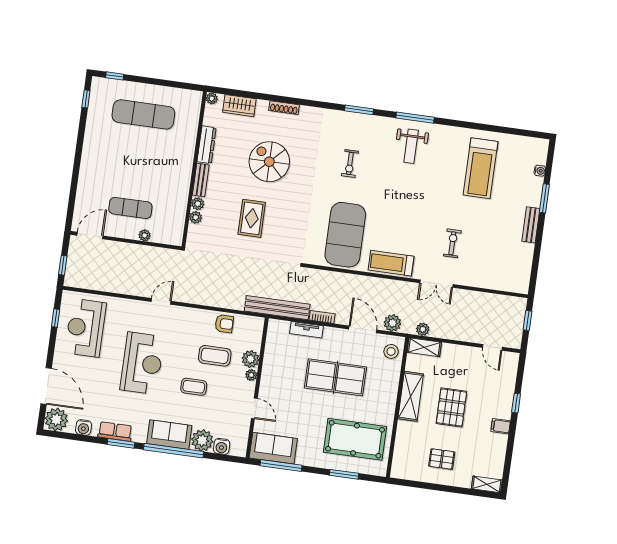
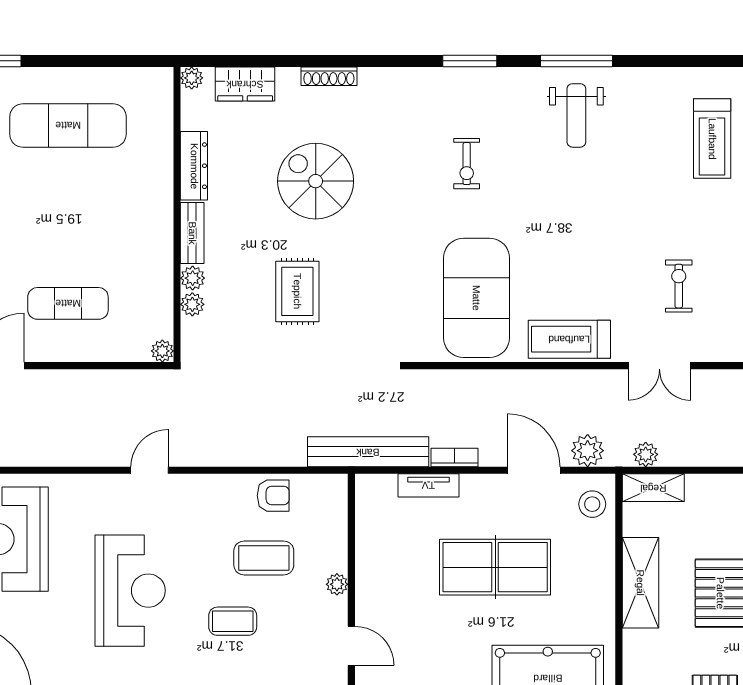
treadmill: (481, 168) -> (712, 139), width x0.73, depth x0.73
plant: (145, 235) -> (162, 351), moved
plant: (250, 359) -> (332, 555), removed

